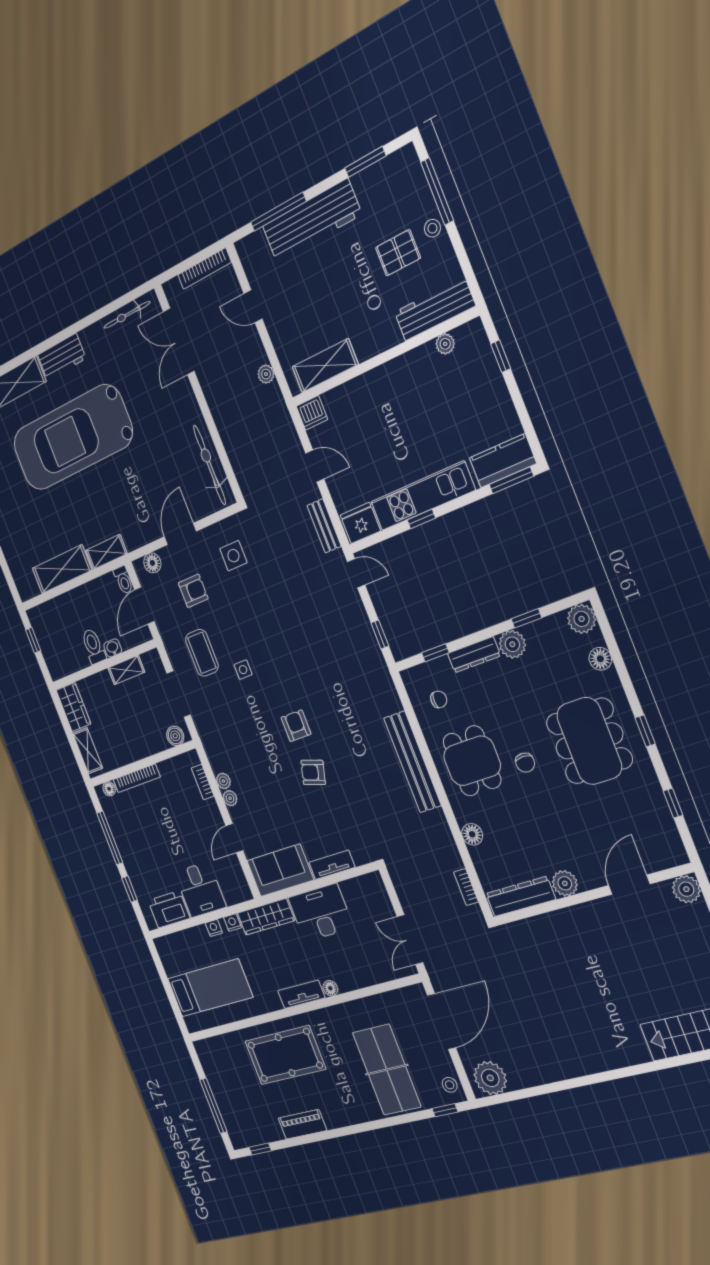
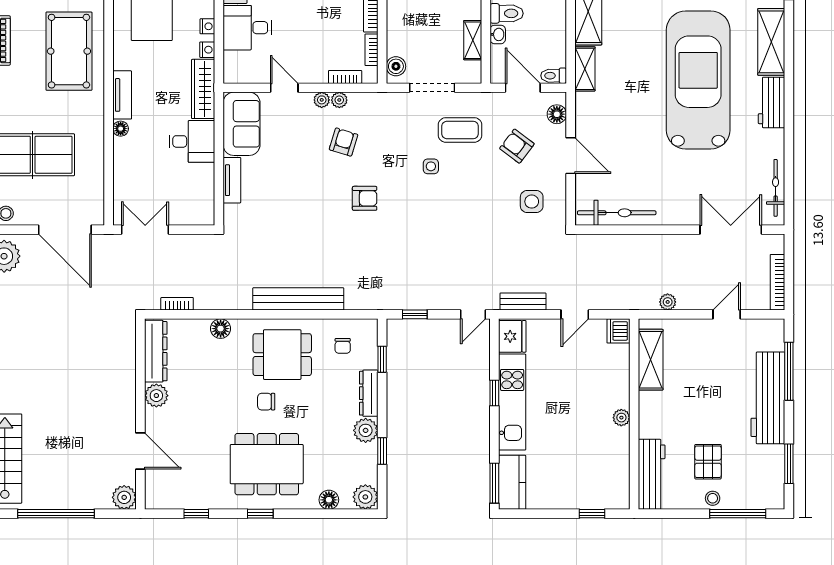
plant: (445, 344) -> (621, 418), moved
armchair: (193, 591) -> (517, 146), turned 127
bookcase: (171, 764) -> (371, 50), added
armchair: (313, 772) -> (343, 142), moved
desk: (321, 913) -> (192, 141), width x0.73

